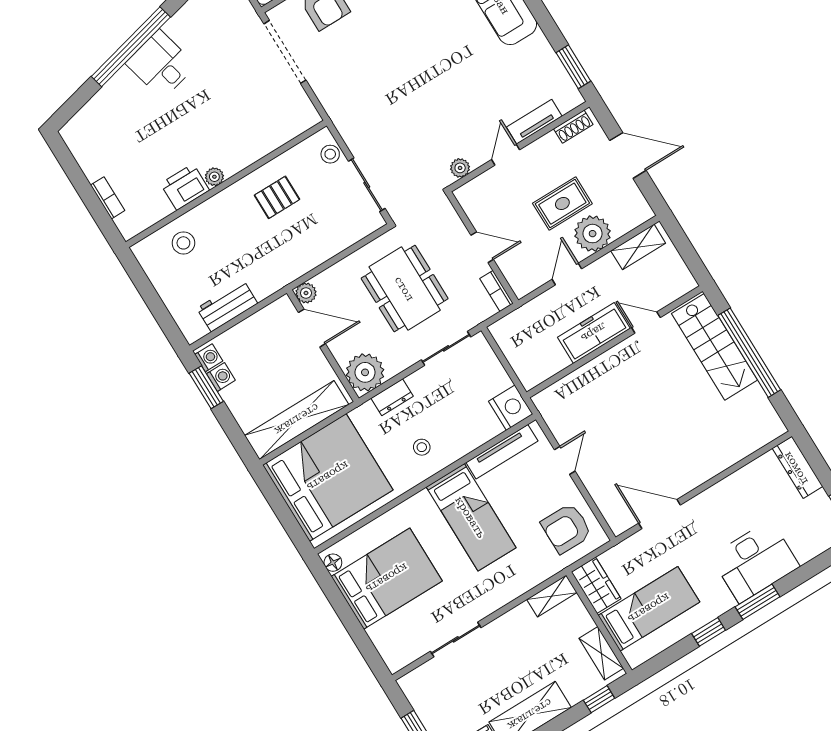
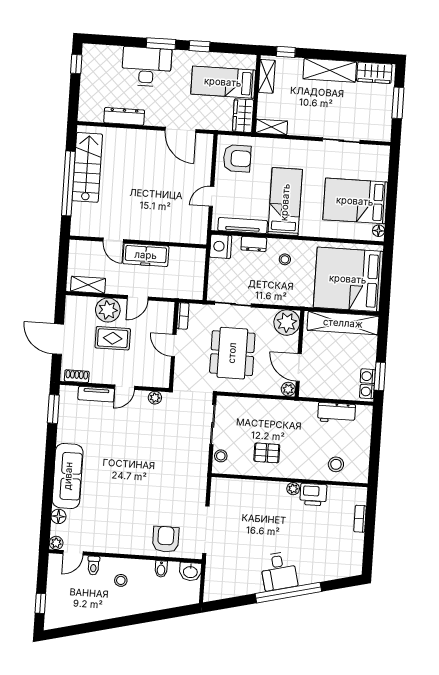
stairs: (714, 347) -> (87, 167), moved
dresser: (392, 397) -> (254, 244), moved, turned 180
dresser: (798, 467) -> (124, 116), moved, turned -90

